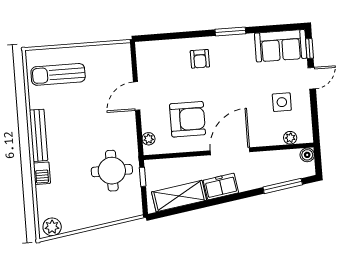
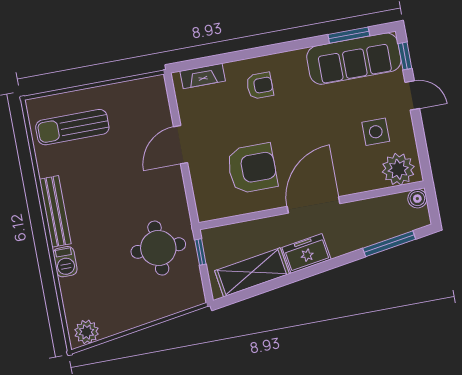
window: (230, 32) -> (349, 35), moved
sofa: (281, 46) -> (354, 59), width x1.36
fireplace: (158, 47) -> (203, 76), added
armchair: (200, 59) -> (260, 86), turned -90
door: (312, 78) -> (412, 95), hinge flipped
plant: (290, 138) -> (398, 169), width x1.88, depth x1.88
plant: (149, 139) -> (203, 200), removed

